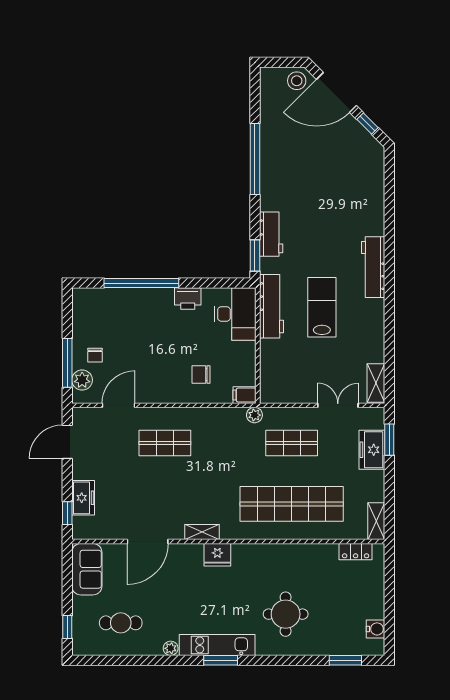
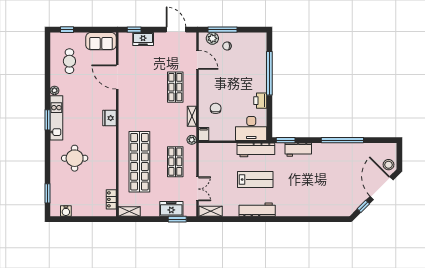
workbench: (373, 267) -> (257, 210), moved
shelving: (202, 532) -> (192, 116), moved

